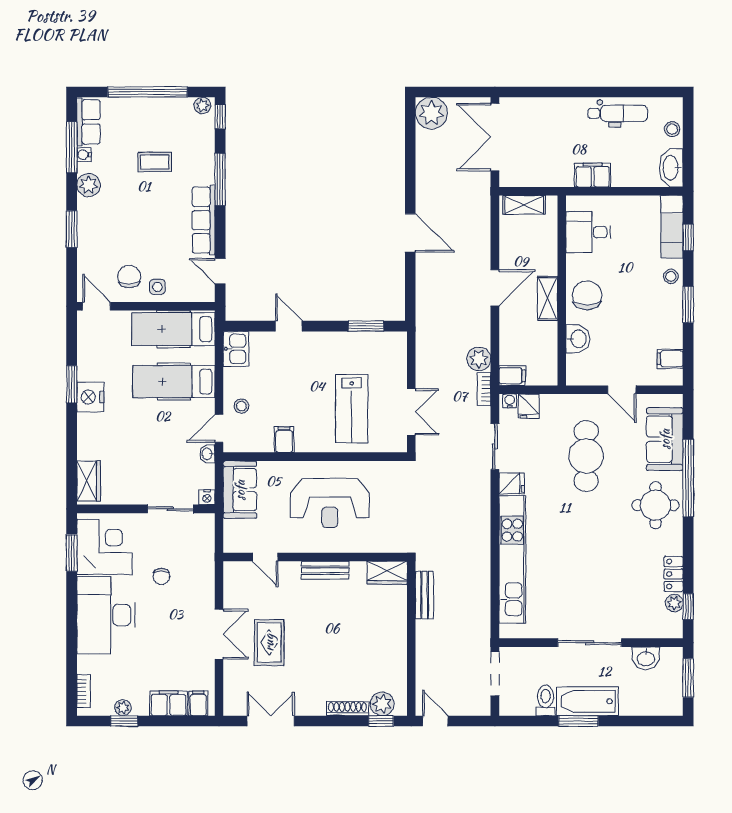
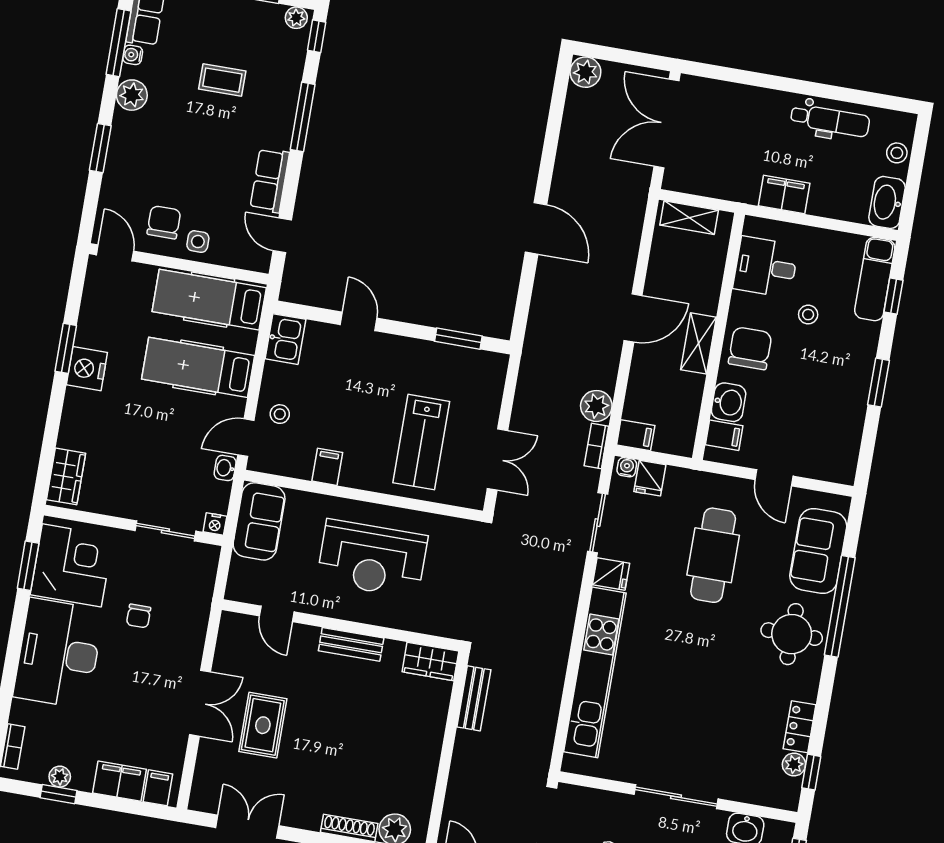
plant: (431, 113) -> (585, 72), width x0.73, depth x0.73
row of seats: (204, 220) -> (270, 180), width x0.68
stool: (671, 276) -> (808, 315), moved
filing cabinet: (670, 359) -> (724, 435), moved, turned 180

